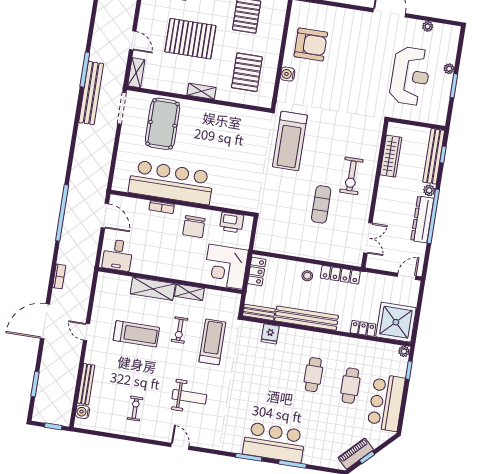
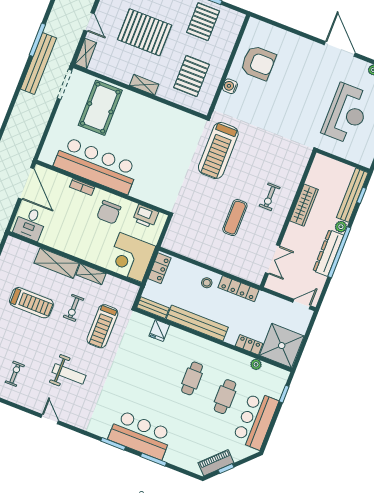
wardrobe: (391, 156) -> (304, 205), moved
exercise bike: (351, 176) -> (270, 197), width x0.73, depth x0.72
door: (105, 216) -> (26, 183), width x1.36
treadmill: (212, 342) -> (102, 326), turned 180
plant: (404, 351) -> (256, 364), moved

